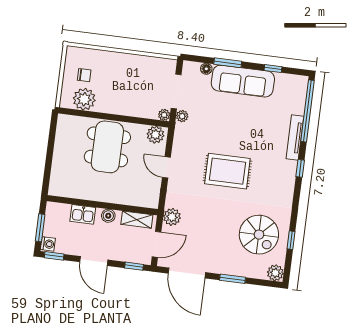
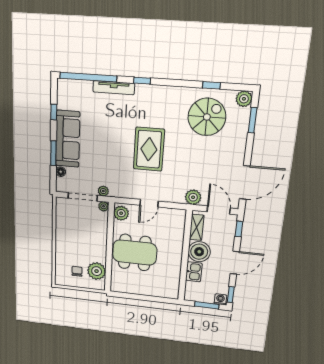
boiler: (108, 216) -> (199, 252), width x1.86, depth x1.86
window: (232, 279) -> (253, 120), moved

